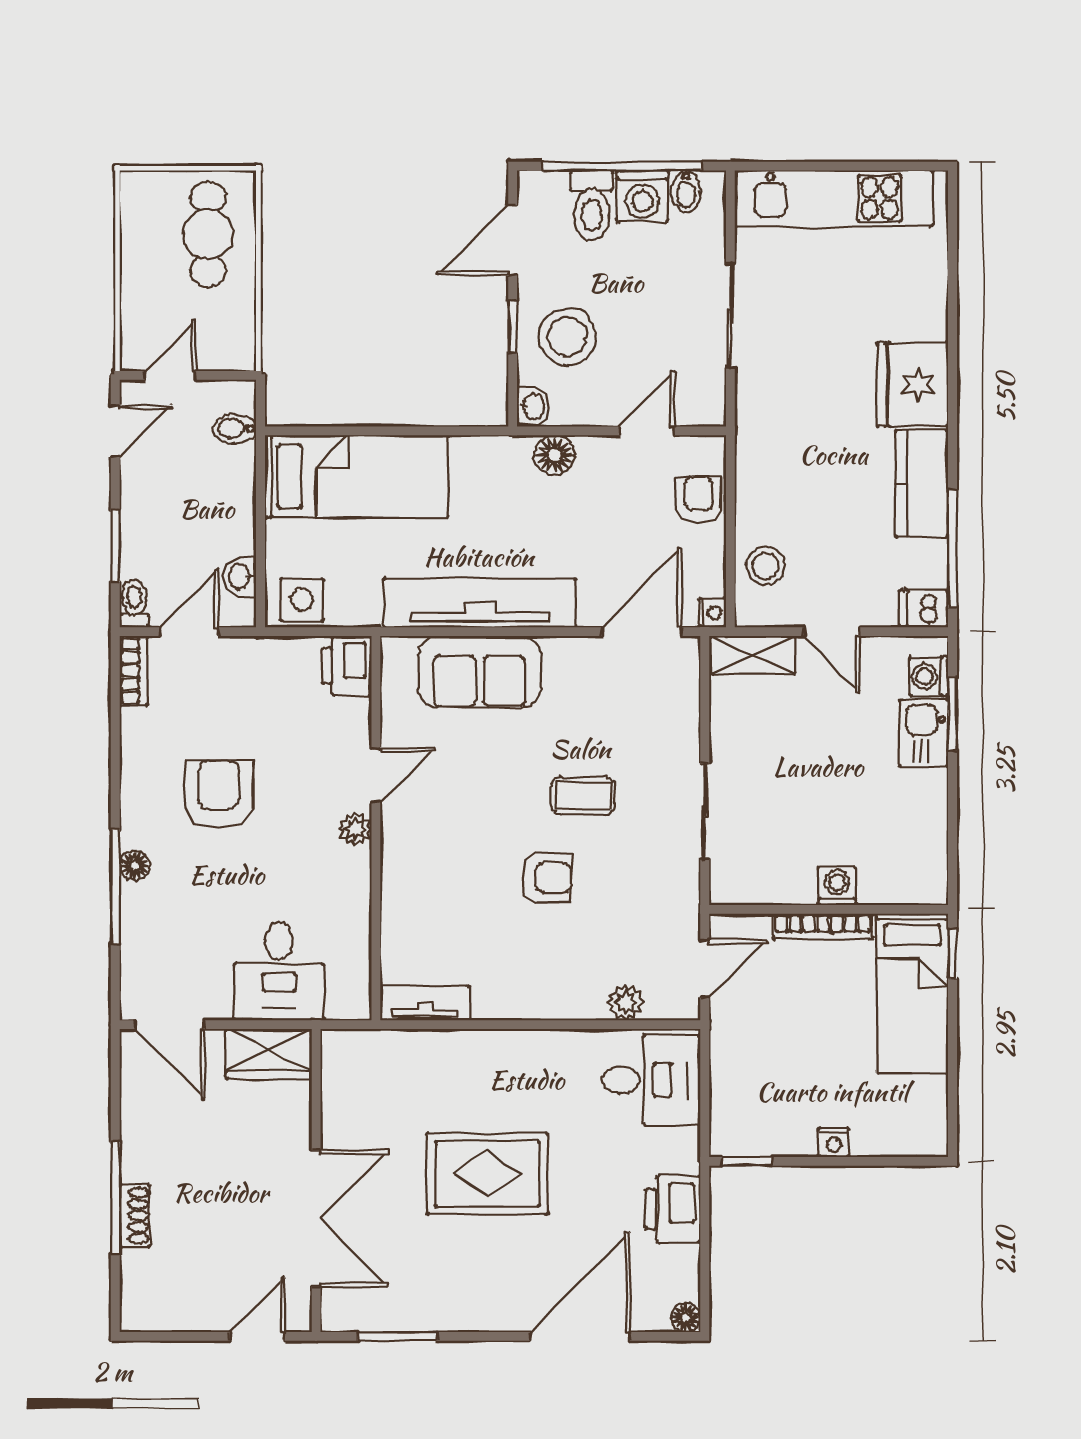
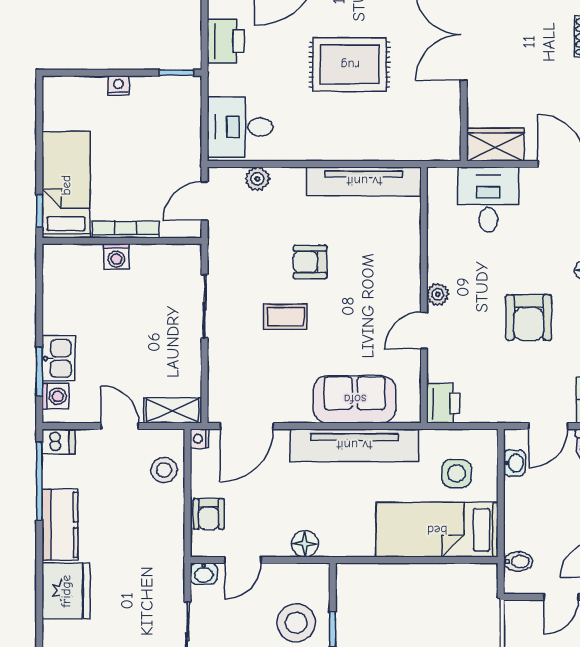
washbasin: (533, 407) -> (204, 574), moved, turned -90
side table: (302, 600) -> (457, 473), moved
tv unit: (425, 1003) -> (364, 181), width x1.92, depth x1.29

